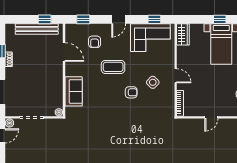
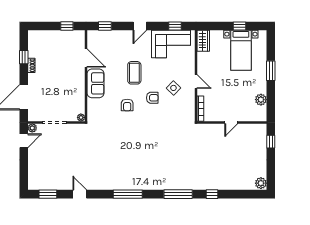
bench: (37, 29) -> (59, 35), removed
armchair: (95, 42) -> (127, 105), moved
coffee table: (113, 67) -> (134, 73), turned 90
sofa: (74, 91) -> (95, 83), moved

